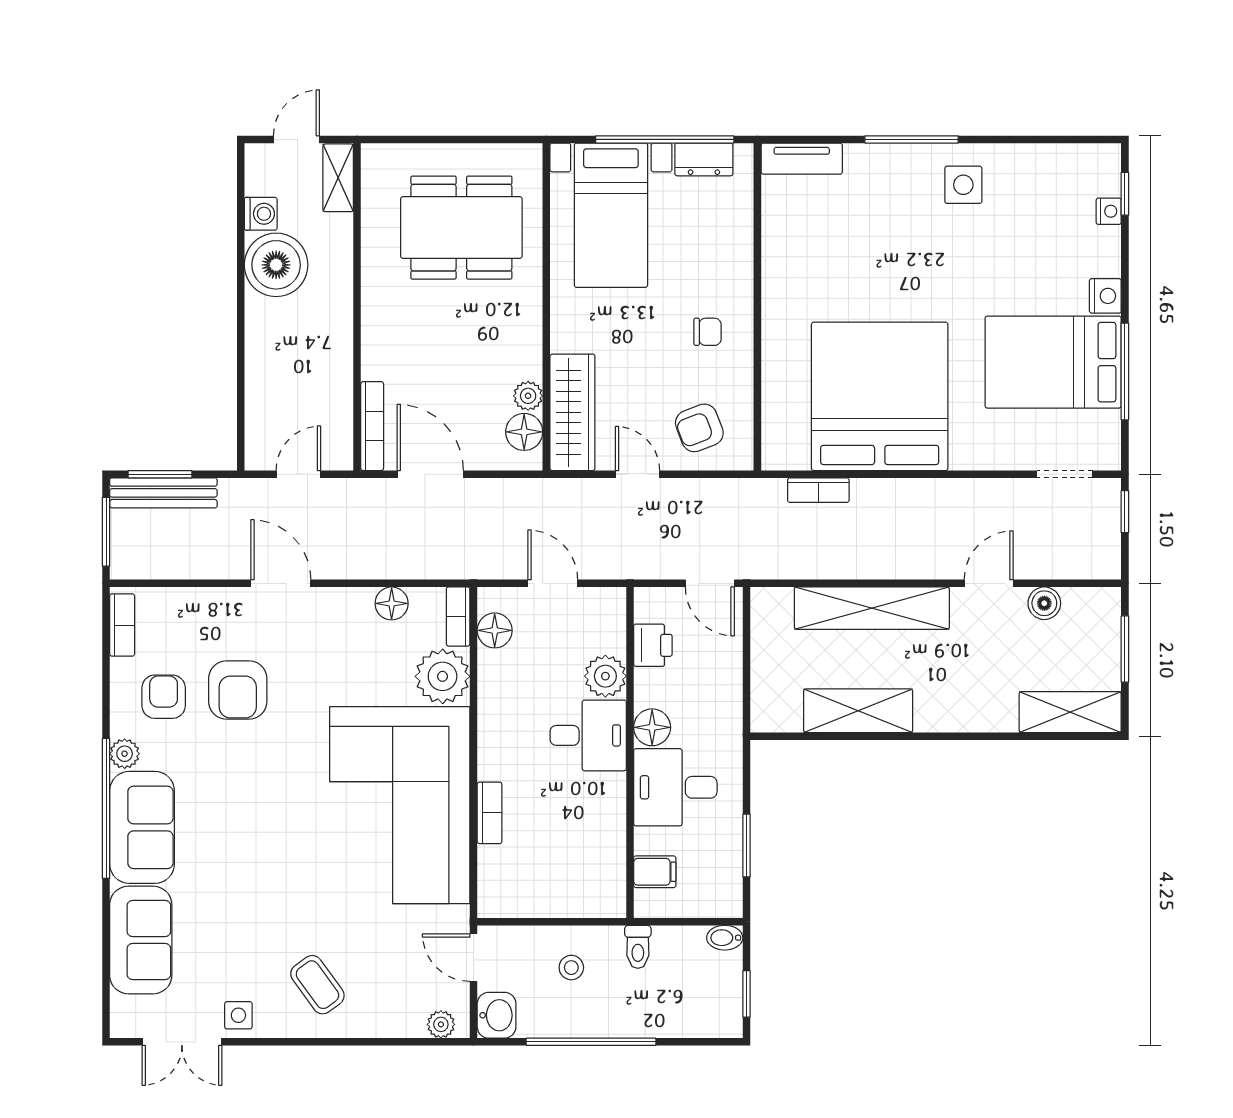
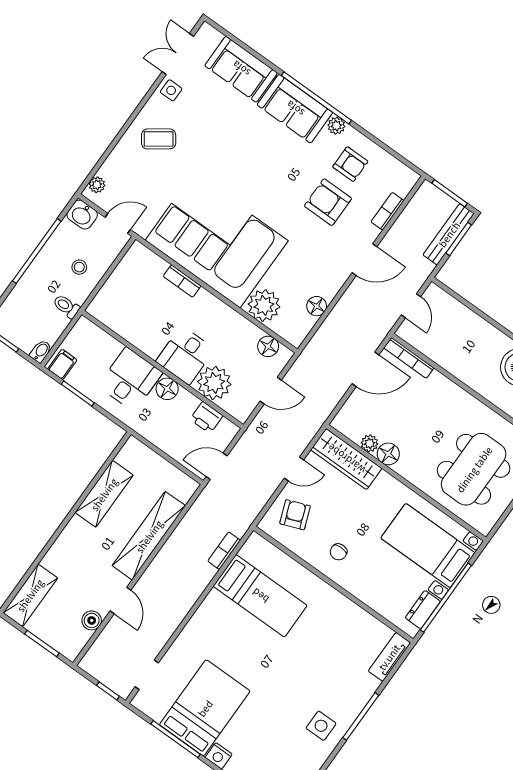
bed: (880, 396) -> (260, 596), width x0.49
floor lamp: (524, 432) -> (388, 454), moved
bookcase: (458, 617) -> (287, 334), removed
bookcase: (122, 625) -> (387, 211), moved, turned 90
plant: (605, 676) -> (214, 383), width x1.36, depth x1.36
filing cabinet: (655, 872) -> (62, 364), moved, turned 180

